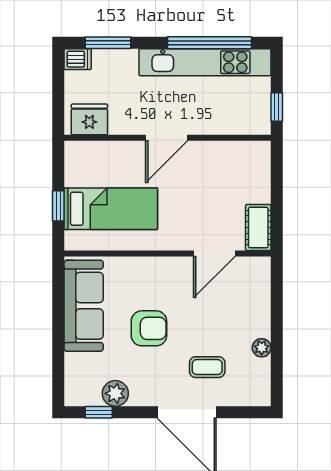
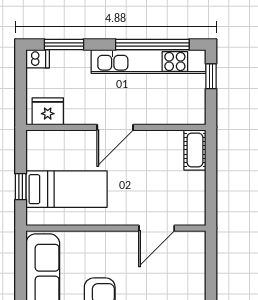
window: (277, 107) -> (211, 76), moved
cot: (258, 227) -> (195, 150), moved

